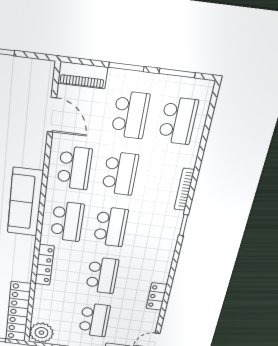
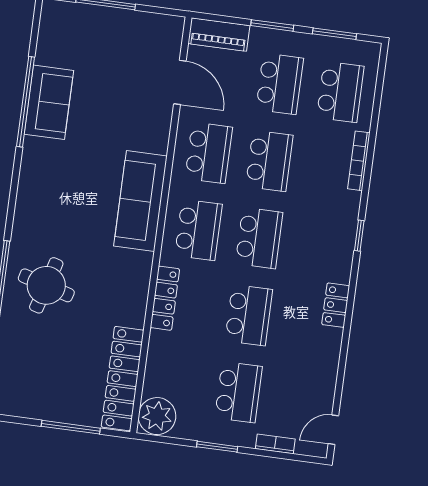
bookcase: (184, 190) -> (359, 161), moved
locker: (157, 296) -> (336, 305), moved

